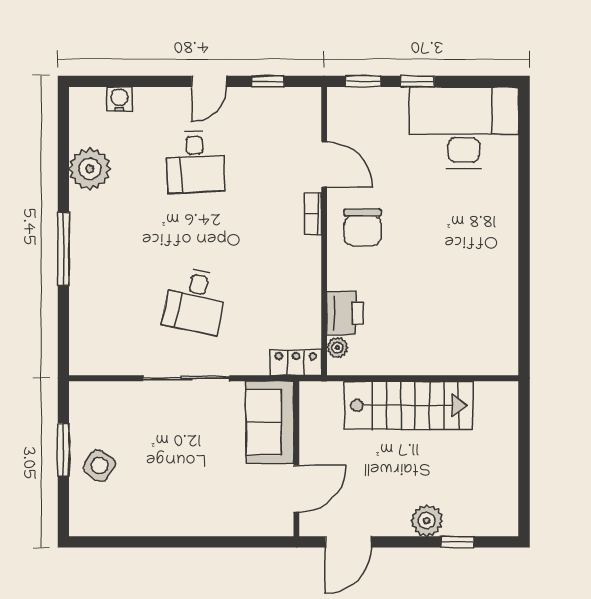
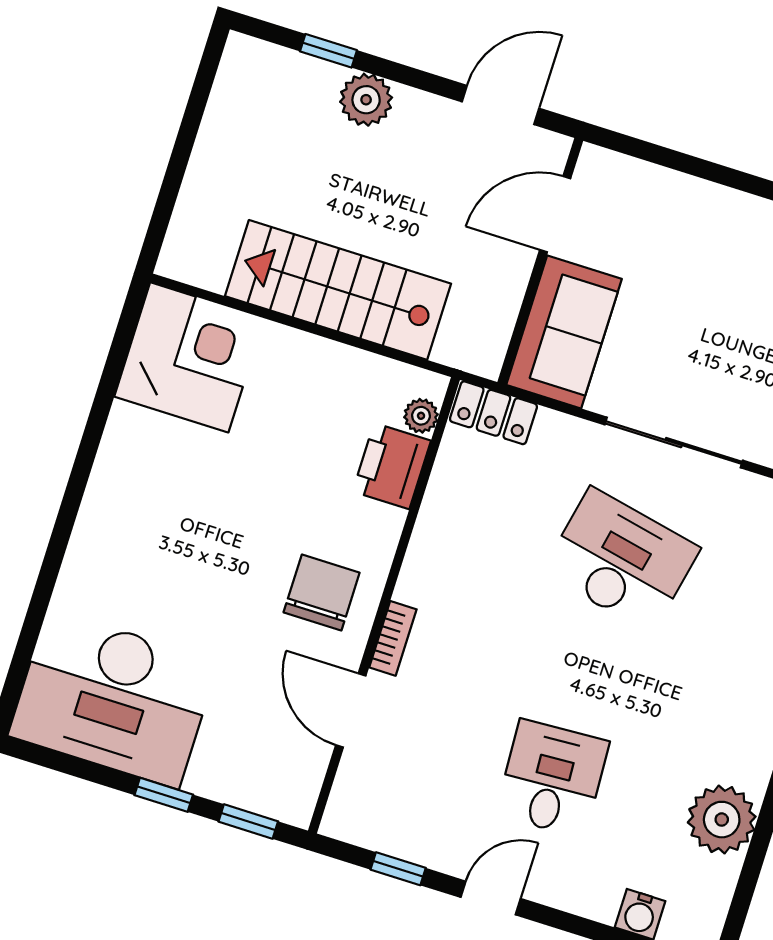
desk: (195, 301) -> (621, 560), width x1.37
corner desk: (482, 339) -> (189, 357), added

